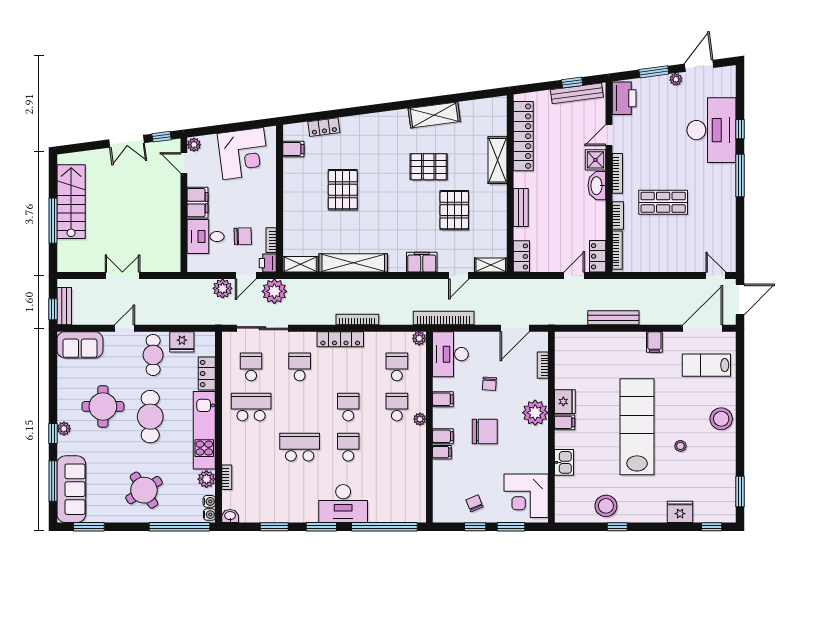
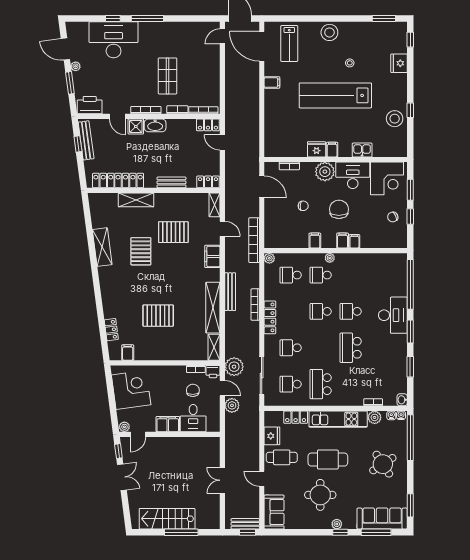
bench: (613, 318) -> (230, 292), moved
desk: (450, 354) -> (353, 175), moved, turned 180

